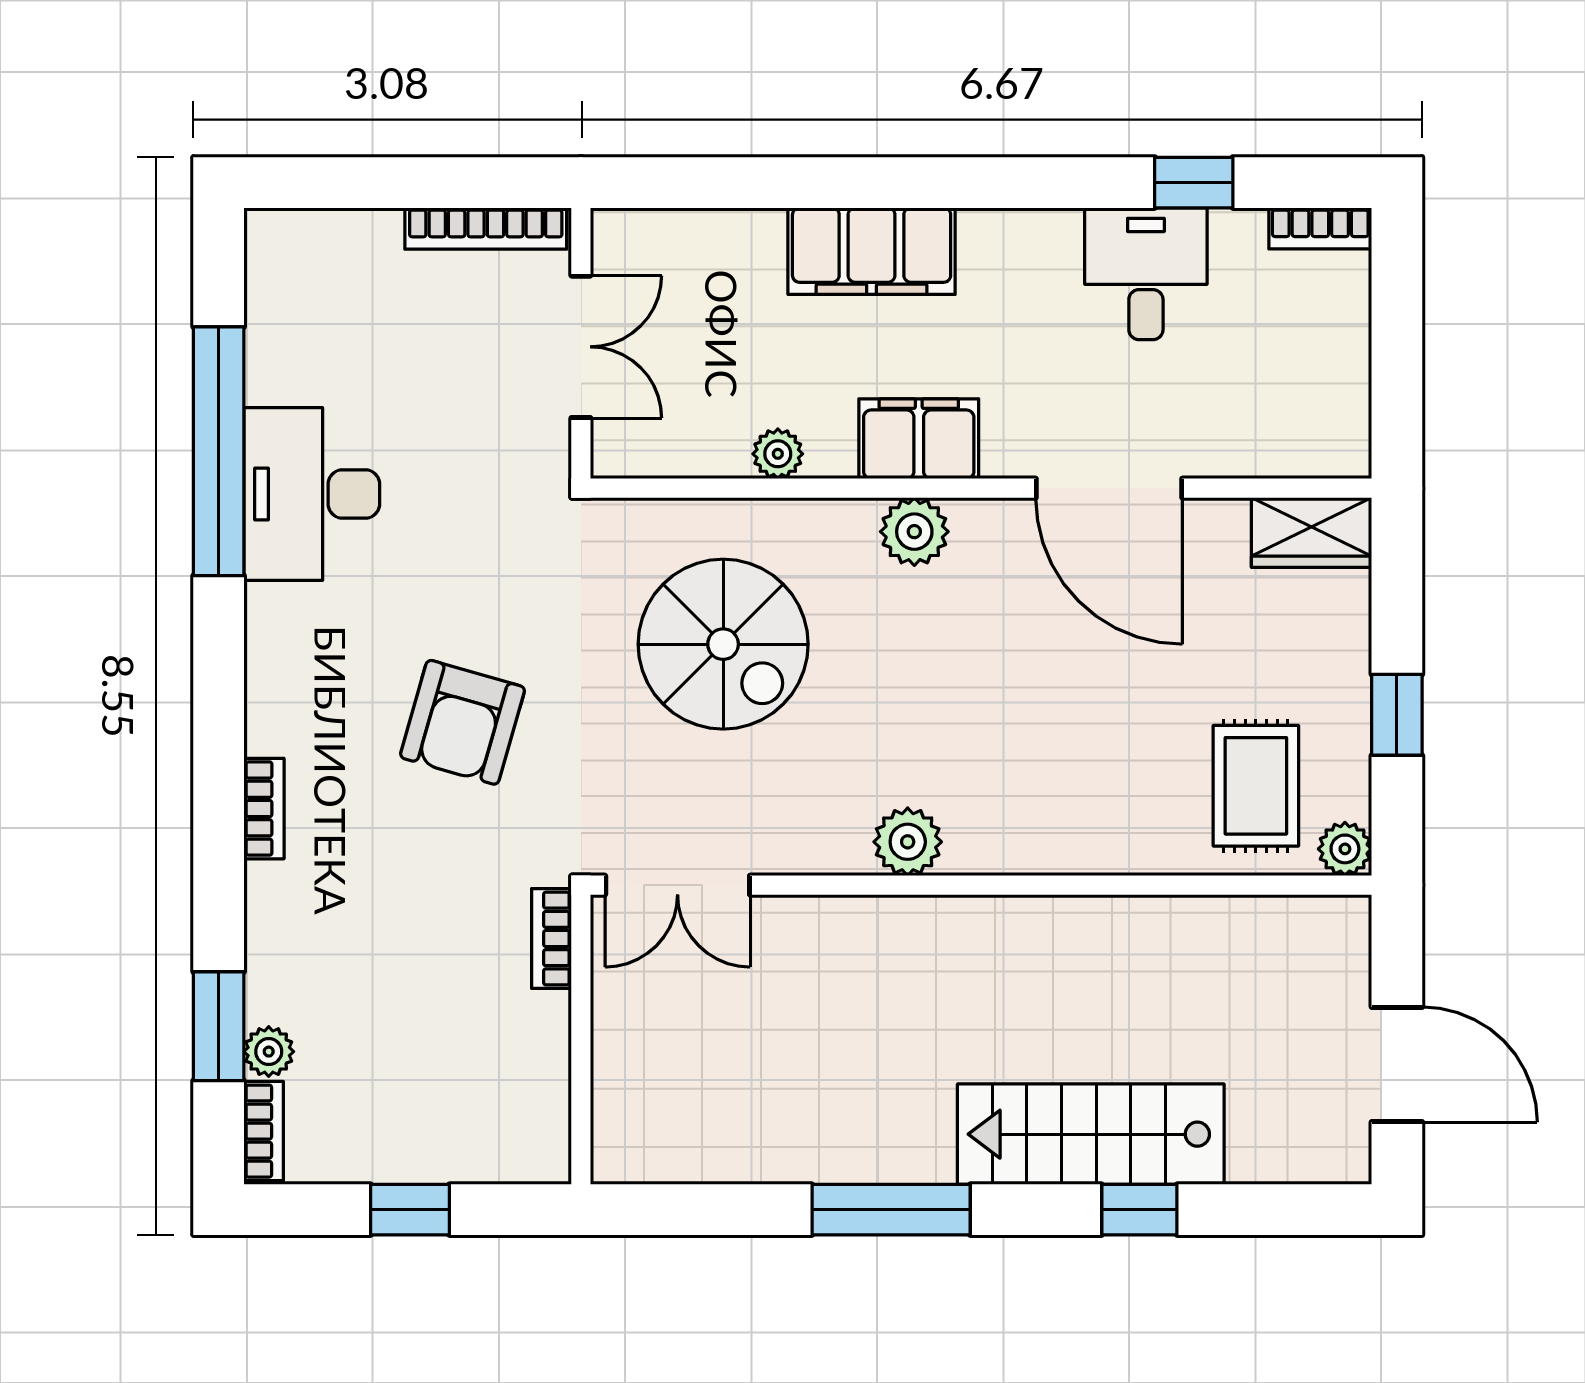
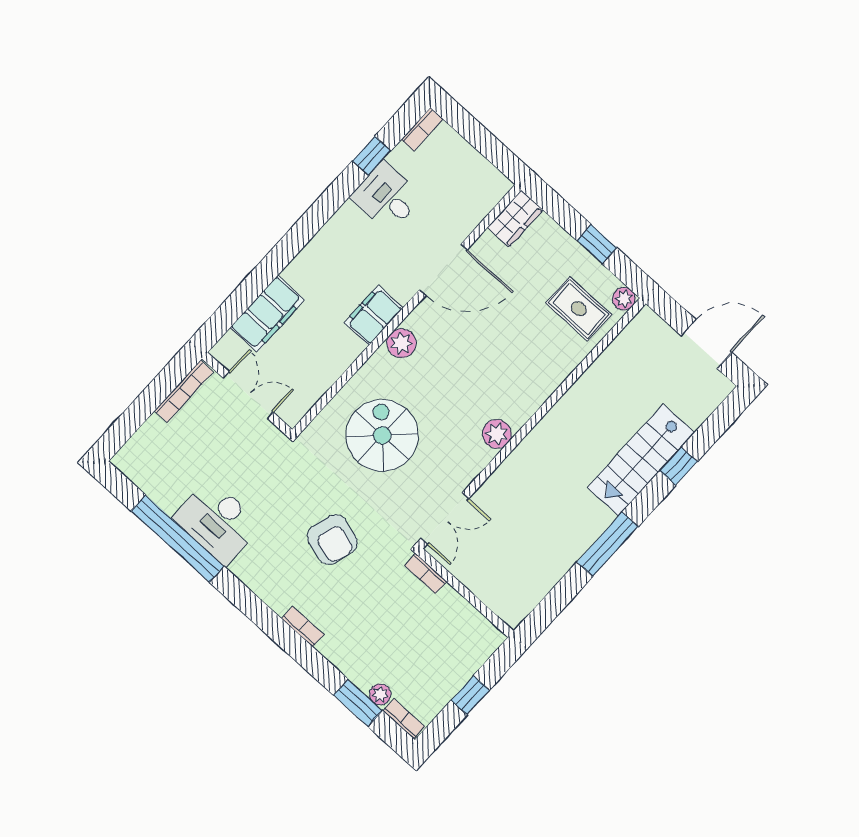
filing cabinet: (872, 251) -> (267, 314), moved
plant: (778, 454) -> (338, 364), removed
spiral stairs: (723, 644) -> (382, 435), turned -90

